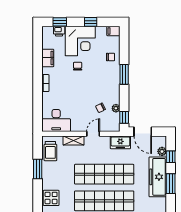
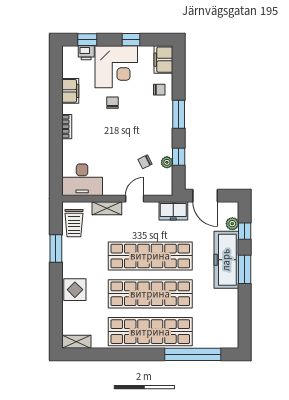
filing cabinet: (113, 31) -> (163, 60), width x2.00
window: (124, 117) -> (179, 157), moved

